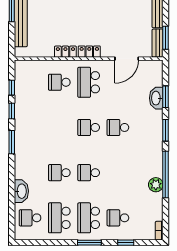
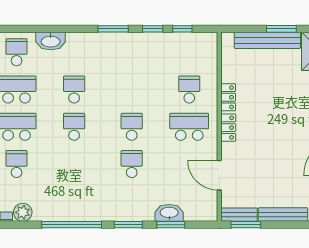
plant: (156, 185) -> (23, 212), moved

